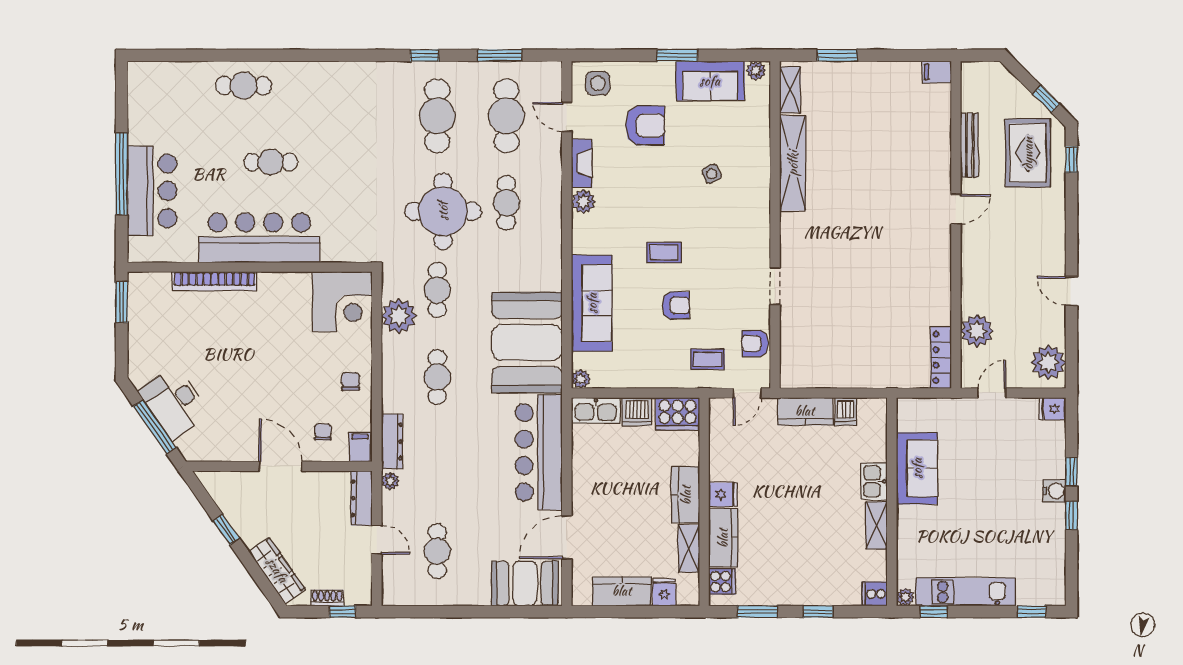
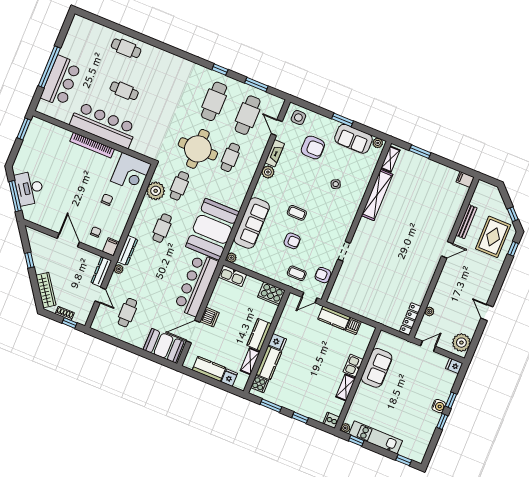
bookcase: (215, 281) -> (92, 145), moved
plant: (977, 331) -> (429, 311), width x0.53, depth x0.53
chair: (351, 381) -> (107, 200), moved
dishwasher: (637, 412) -> (210, 317), moved, turned -90

